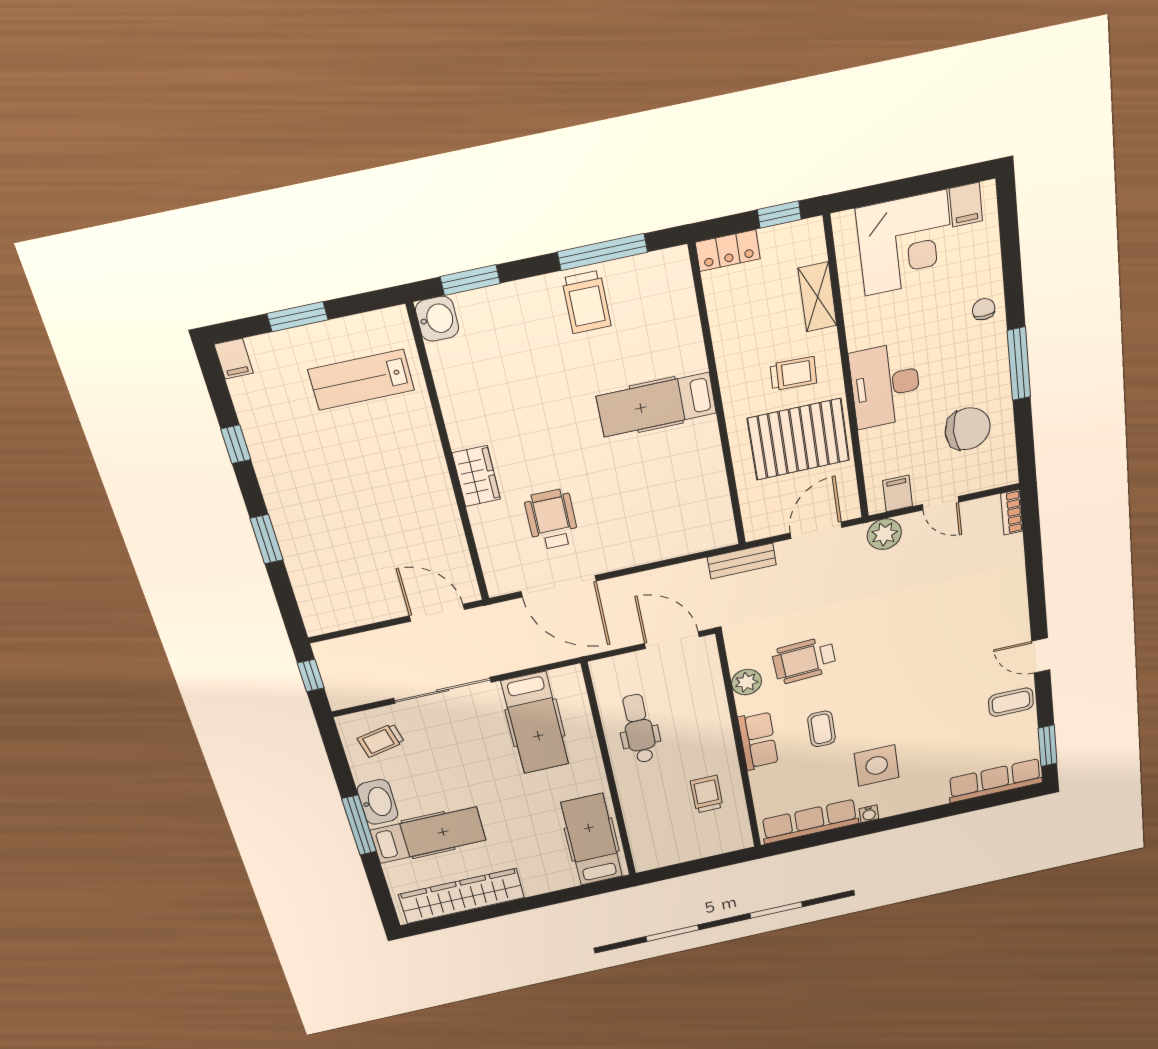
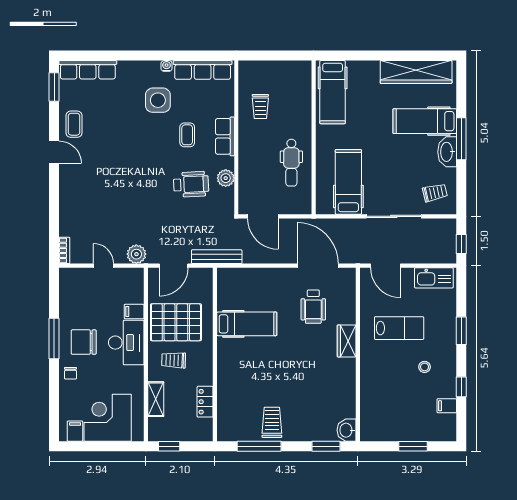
locker: (728, 251) -> (205, 402), moved, turned -90
filing cabinet: (234, 359) -> (447, 406), moved, turned -90
lab bench: (361, 380) -> (399, 328), moved
hospital bed: (657, 405) -> (247, 324), moved
chair: (968, 429) -> (84, 342), moved
stool: (317, 464) -> (425, 367), added
filing cabinet: (898, 493) -> (134, 311), moved, turned 90
bench: (742, 561) -> (217, 257), width x1.36
kitchen sink: (344, 613) -> (434, 278), added
coffee table: (1011, 702) -> (74, 124), turned 90

